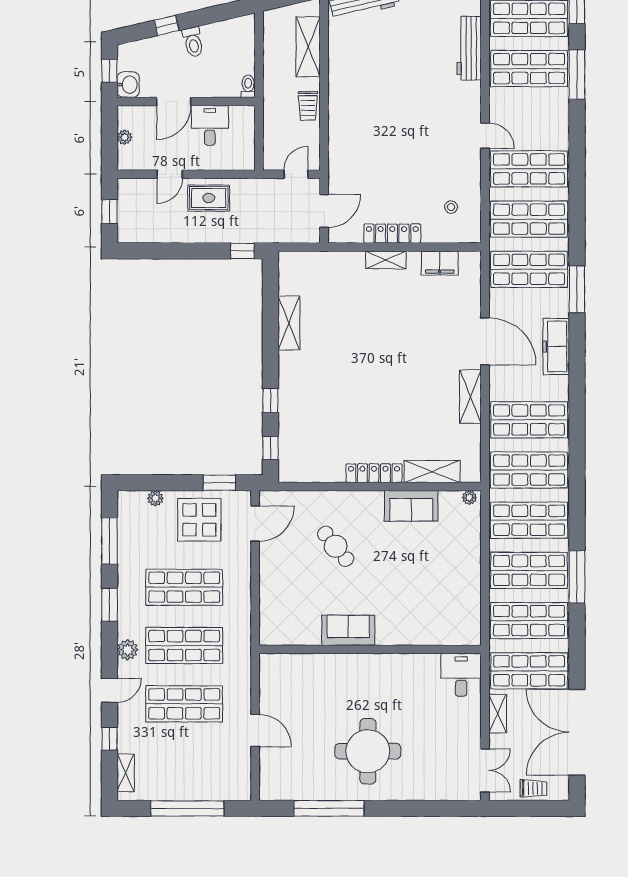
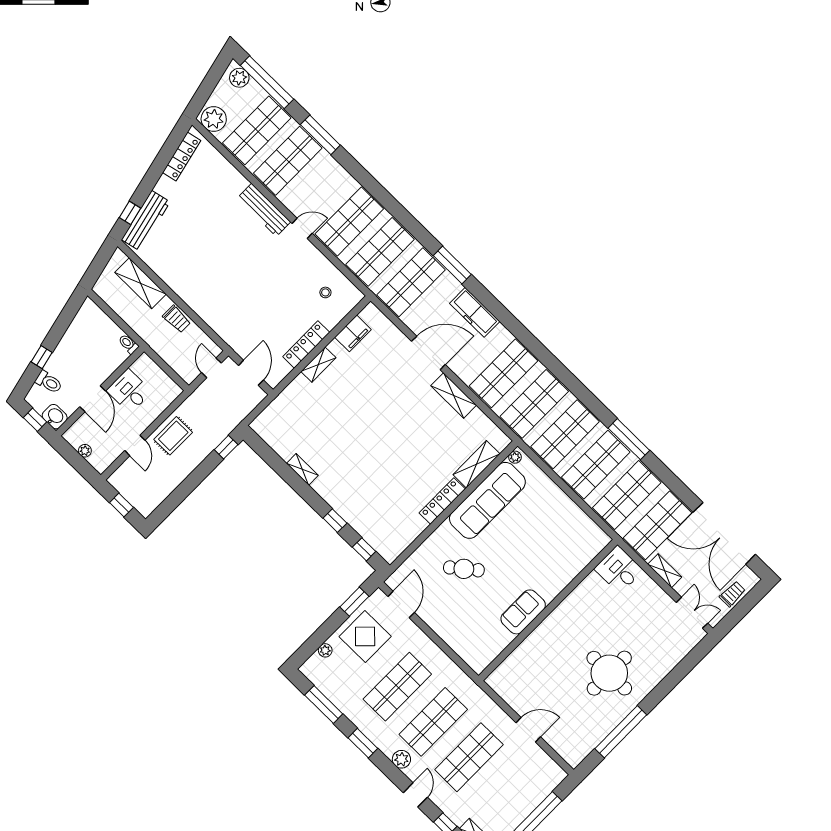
toilet: (193, 42) -> (49, 382), moved
workbench: (469, 48) -> (264, 210), moved
shelving: (289, 323) -> (302, 469), width x0.67, depth x0.75
sofa: (411, 506) -> (487, 500), width x1.85, depth x1.27

